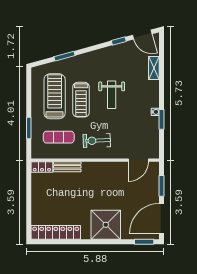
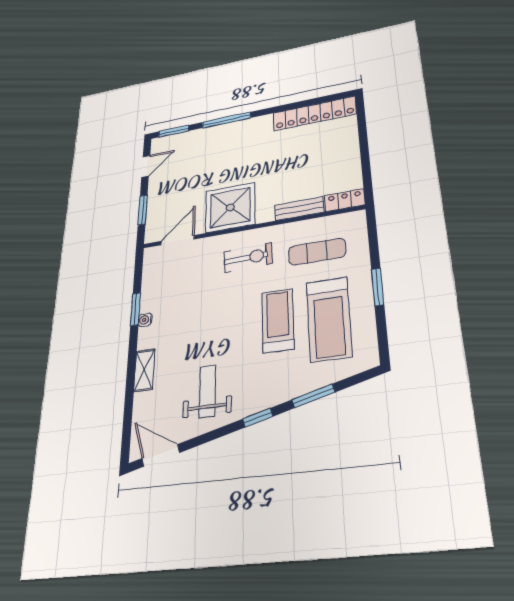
window: (119, 41) -> (258, 418), moved
shelving: (154, 68) -> (144, 370), moved
weight bench: (112, 95) -> (207, 391), moved
window: (29, 128) -> (378, 287), moved
door: (161, 218) -> (146, 166), width x0.53
shower: (106, 225) -> (230, 207), moved
window: (110, 242) -> (226, 120), added

